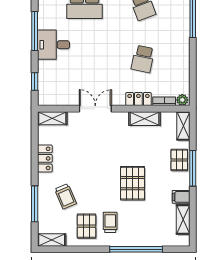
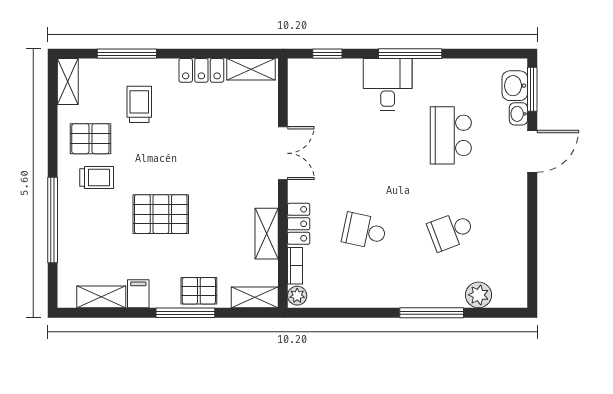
shelving: (52, 118) -> (251, 69), moved, turned 90
trolley: (66, 196) -> (139, 104), turned 113

